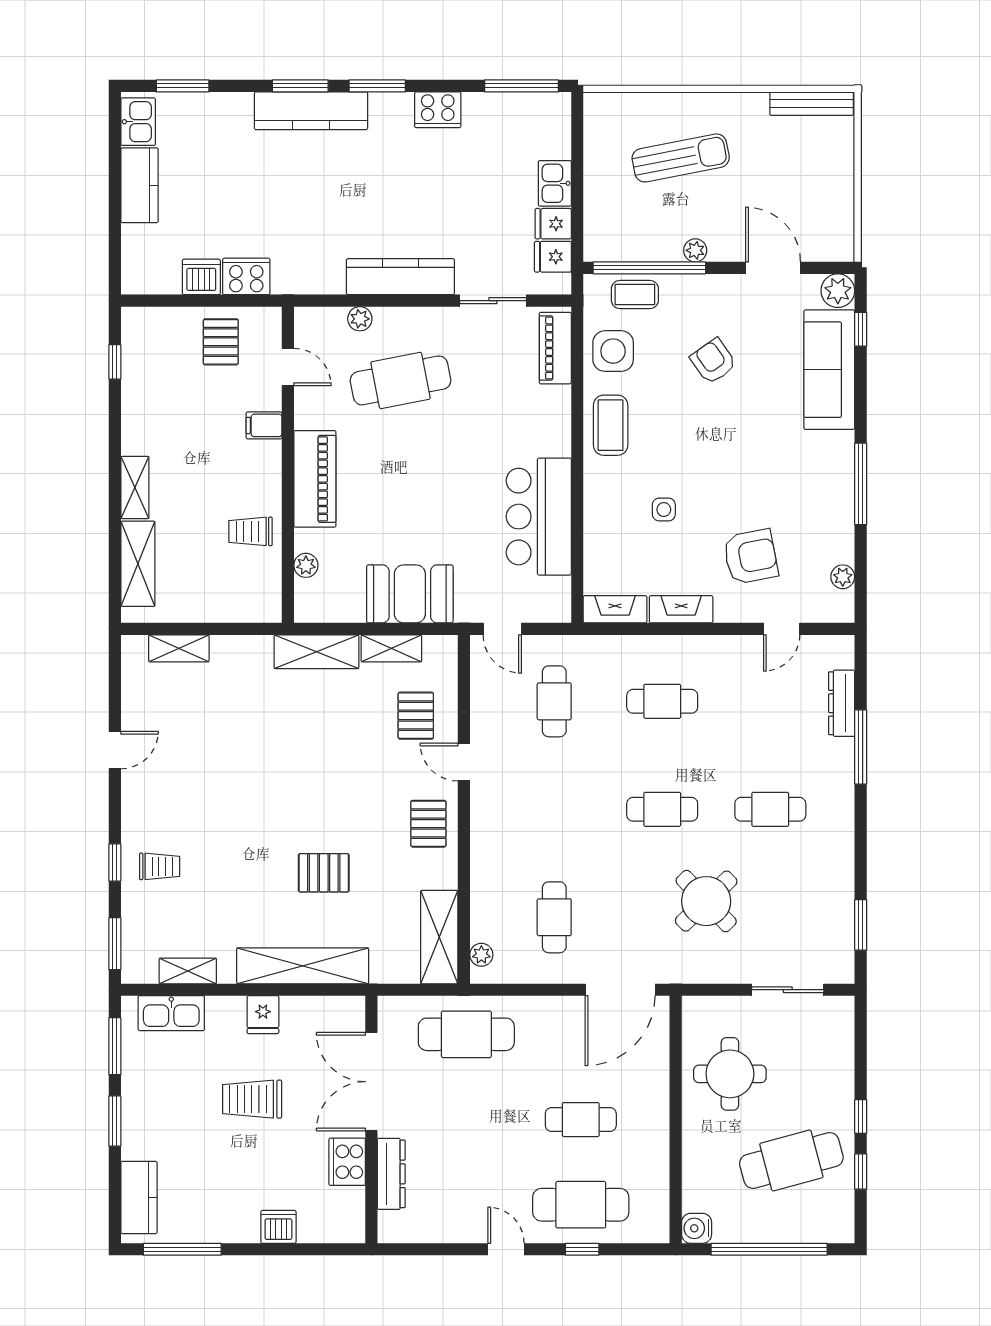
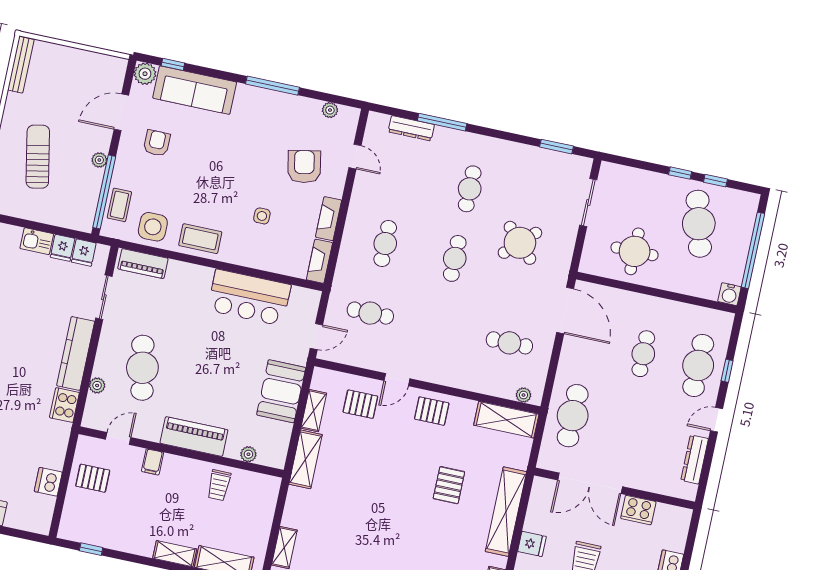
cooker: (246, 276) -> (64, 405), moved
armchair: (713, 361) -> (157, 143), moved, turned 125
dresser: (391, 1174) -> (695, 459), moved, turned -90

